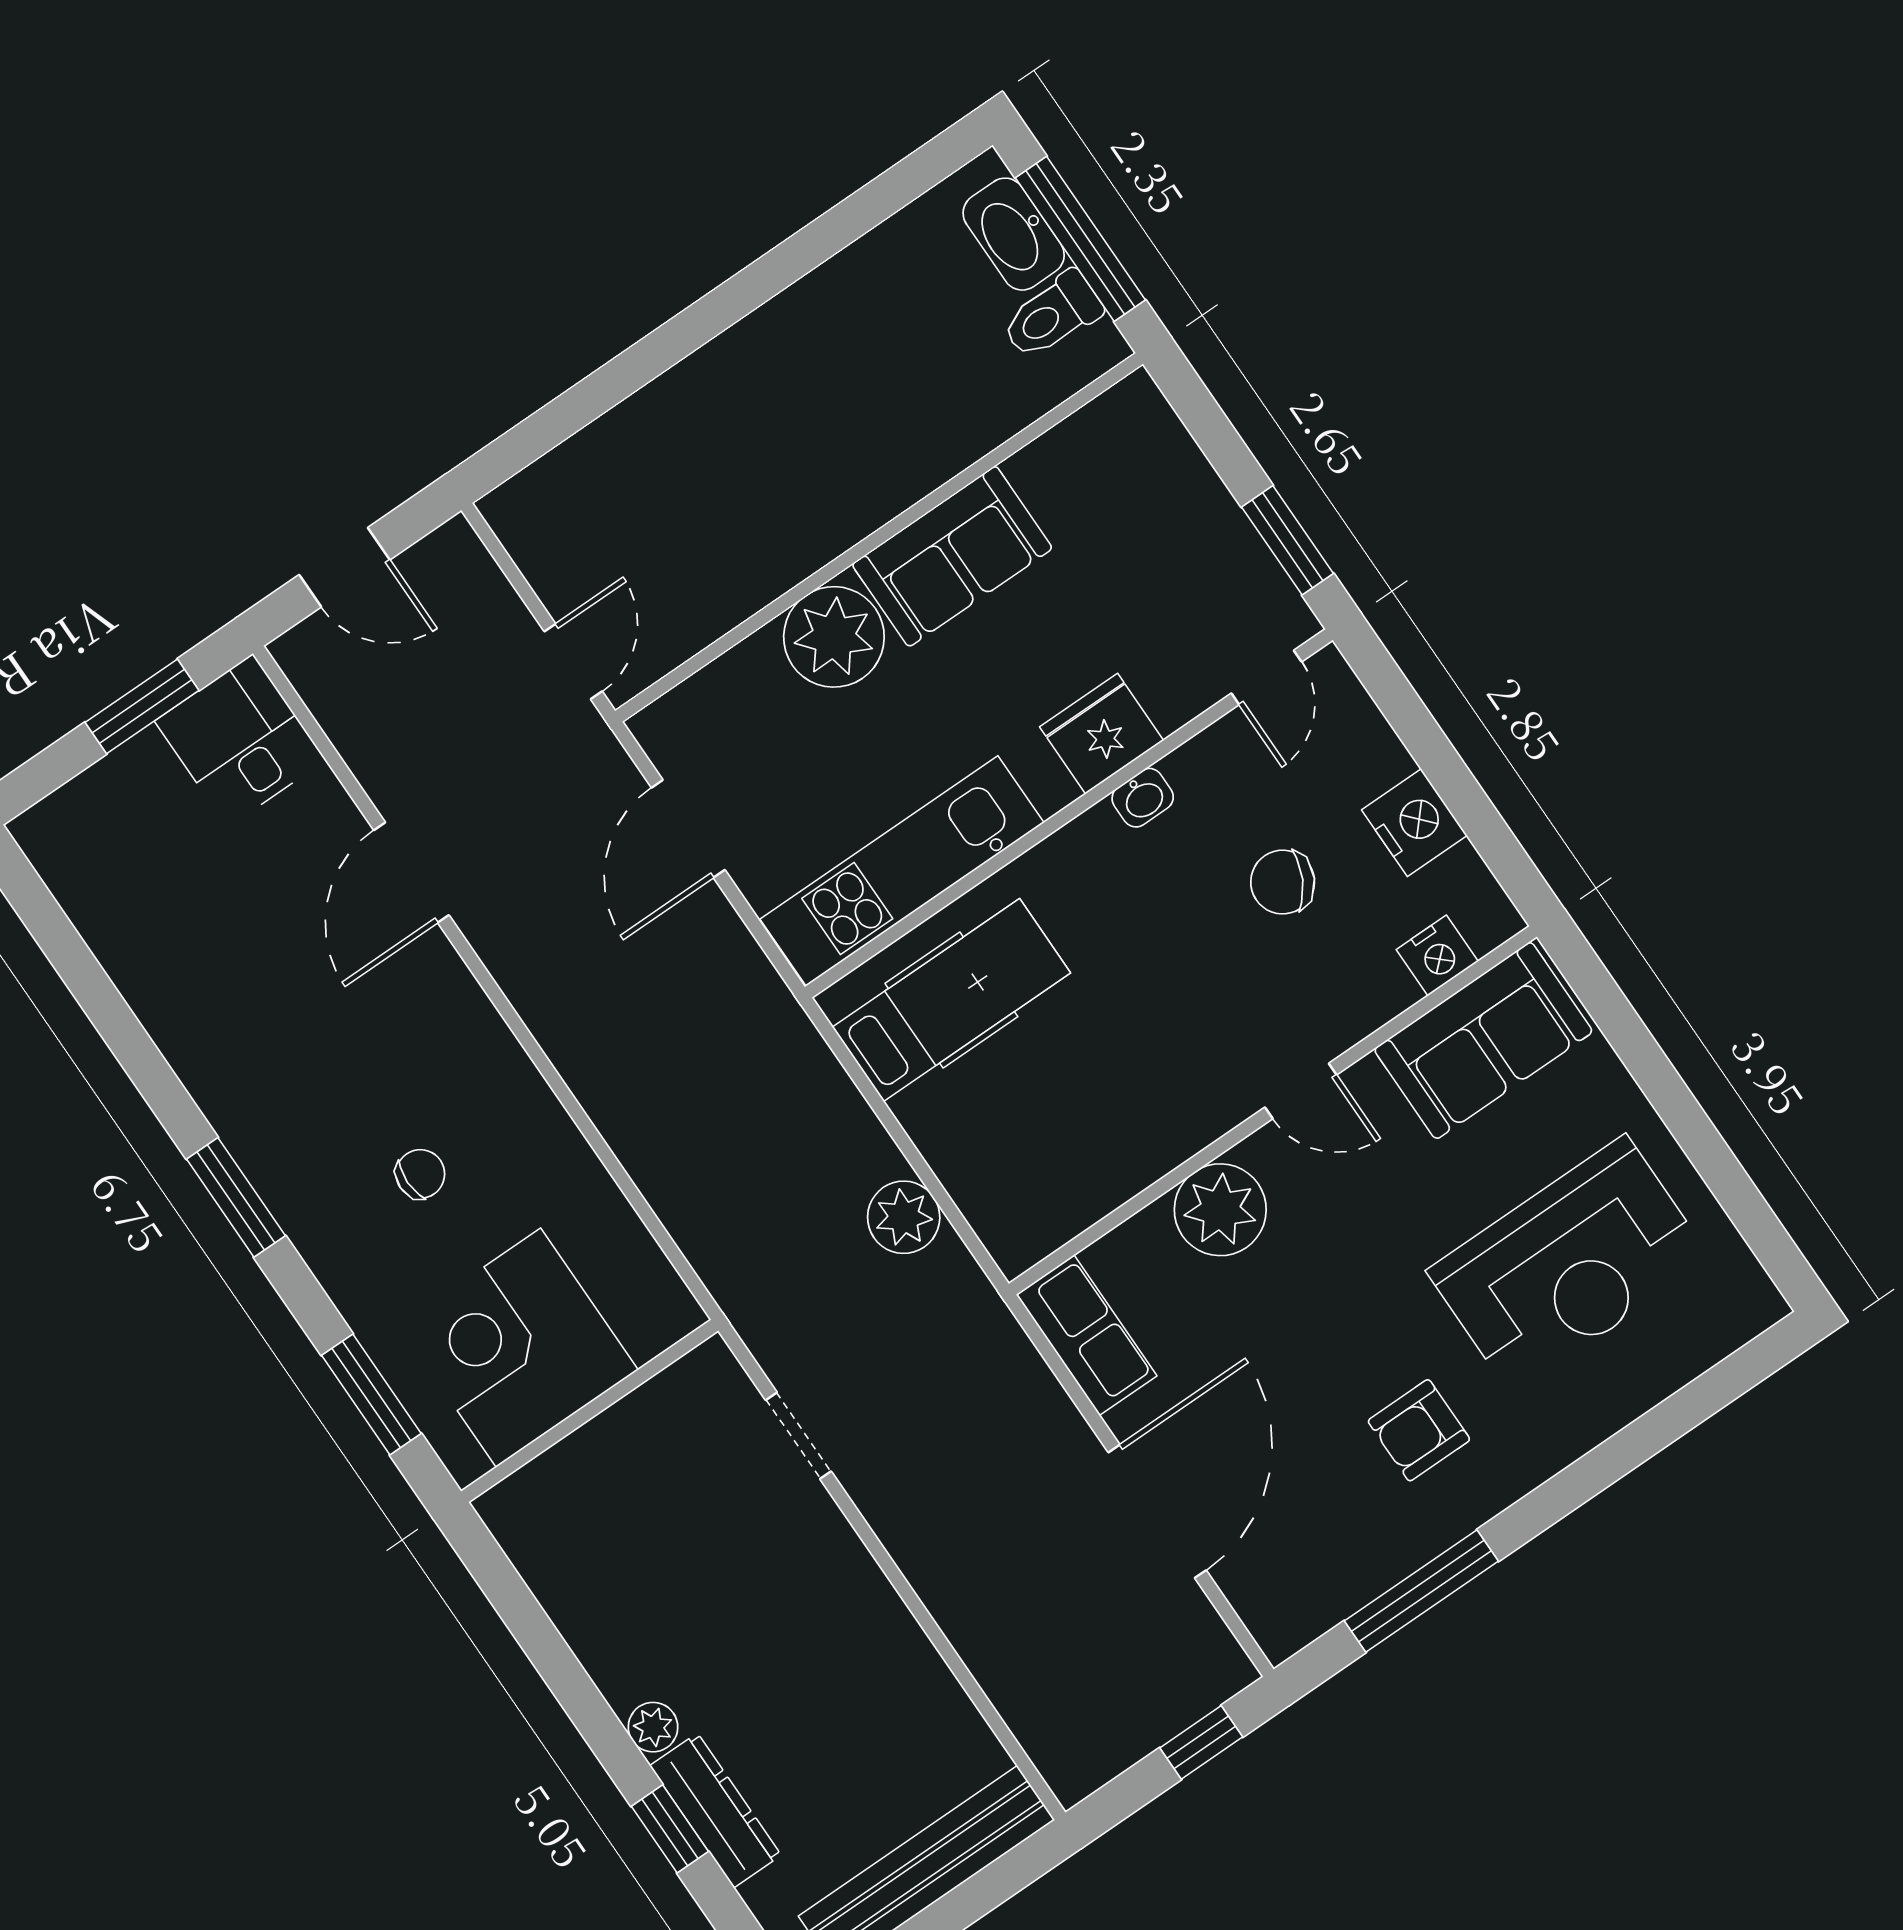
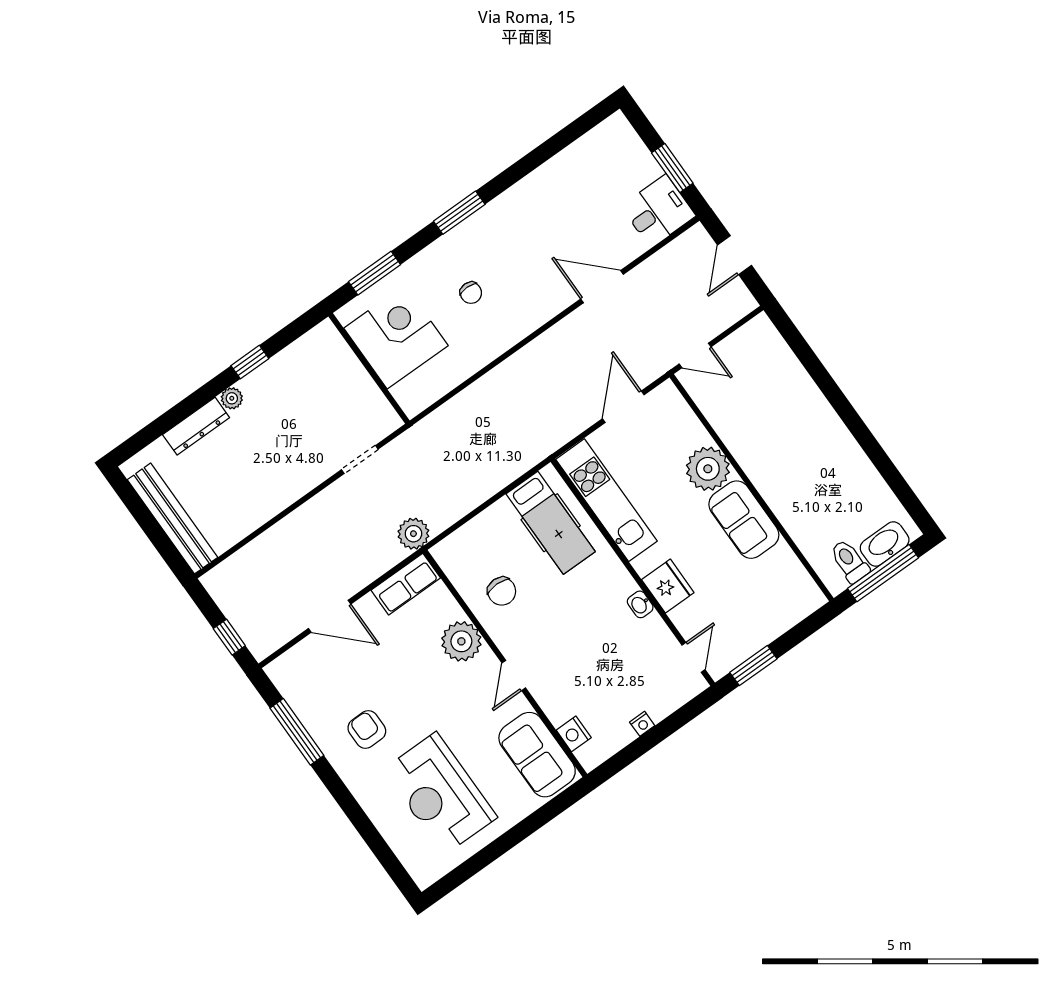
door: (1266, 678) -> (693, 657), swing flipped
nightstand: (1414, 823) -> (642, 724), width x0.53, depth x0.56
door: (688, 829) -> (623, 407), hinge flipped
chair: (1283, 882) -> (502, 591), moved, turned 152
plant: (904, 1217) -> (413, 534), moved
door: (1157, 1511) -> (330, 616), width x0.73
window: (670, 1829) -> (250, 362), moved

